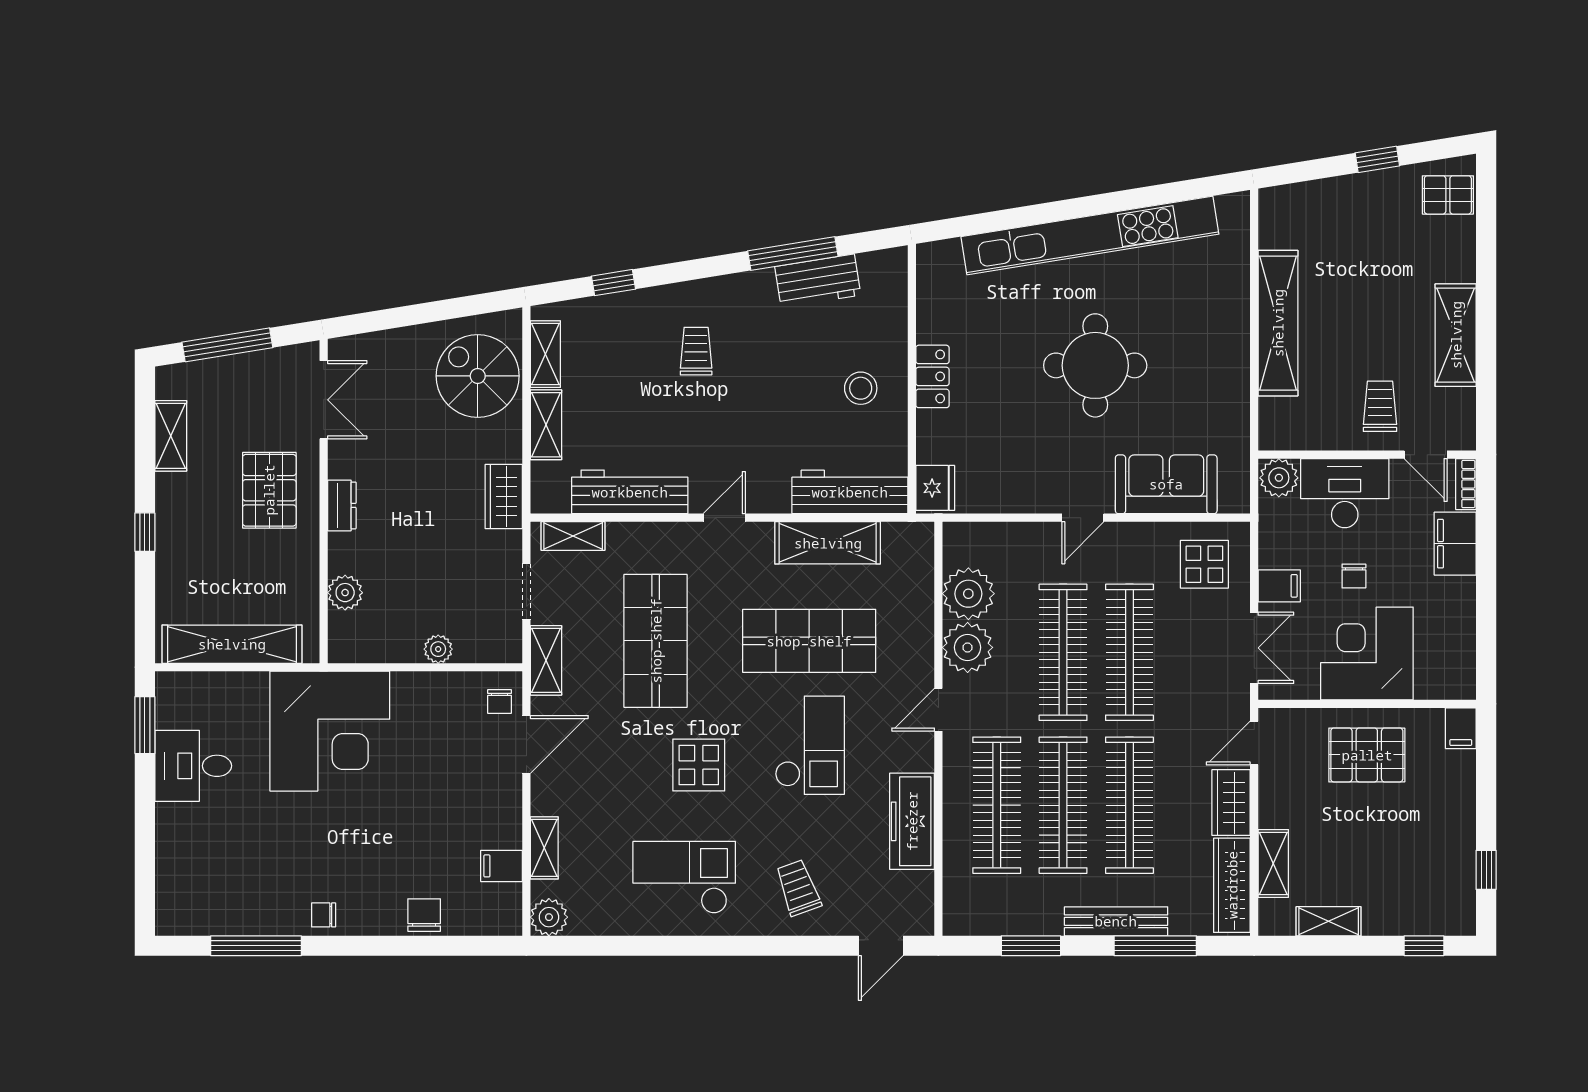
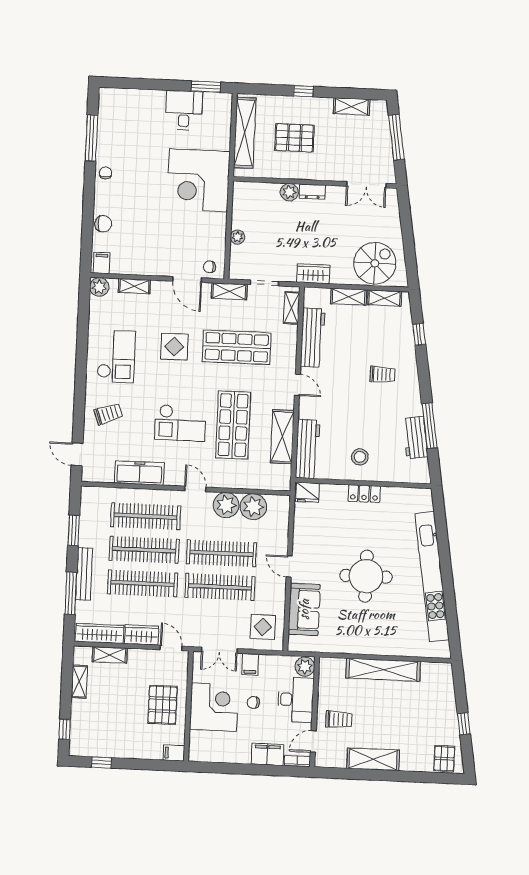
pallet: (269, 490) -> (294, 138), moved
plant: (345, 593) -> (289, 192), moved
display table: (699, 765) -> (174, 347), moved
filing cabinet: (502, 866) -> (102, 263), moved

